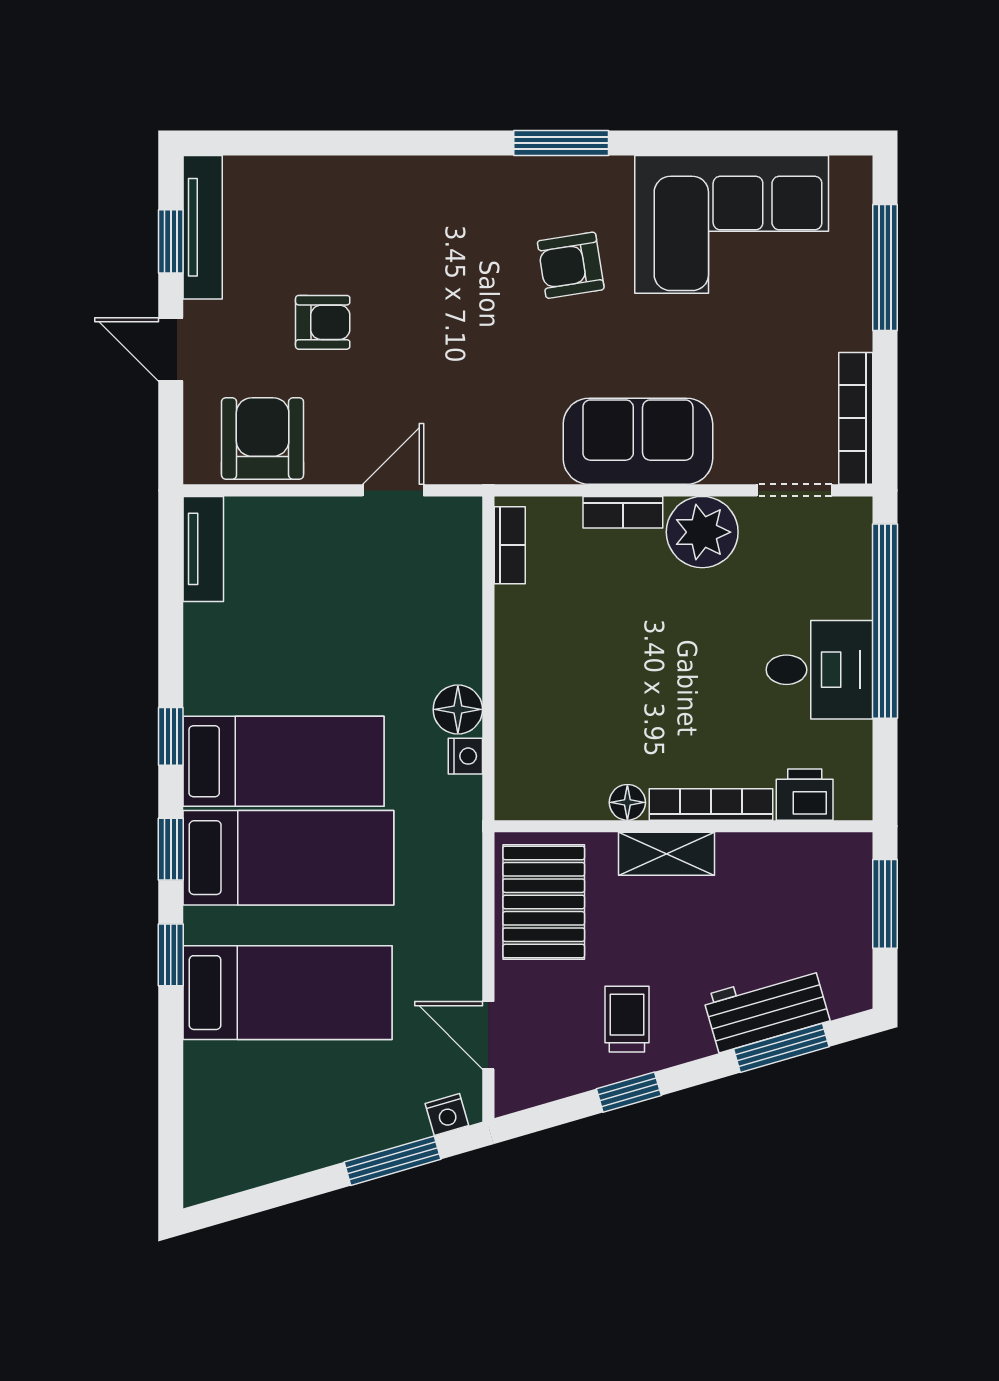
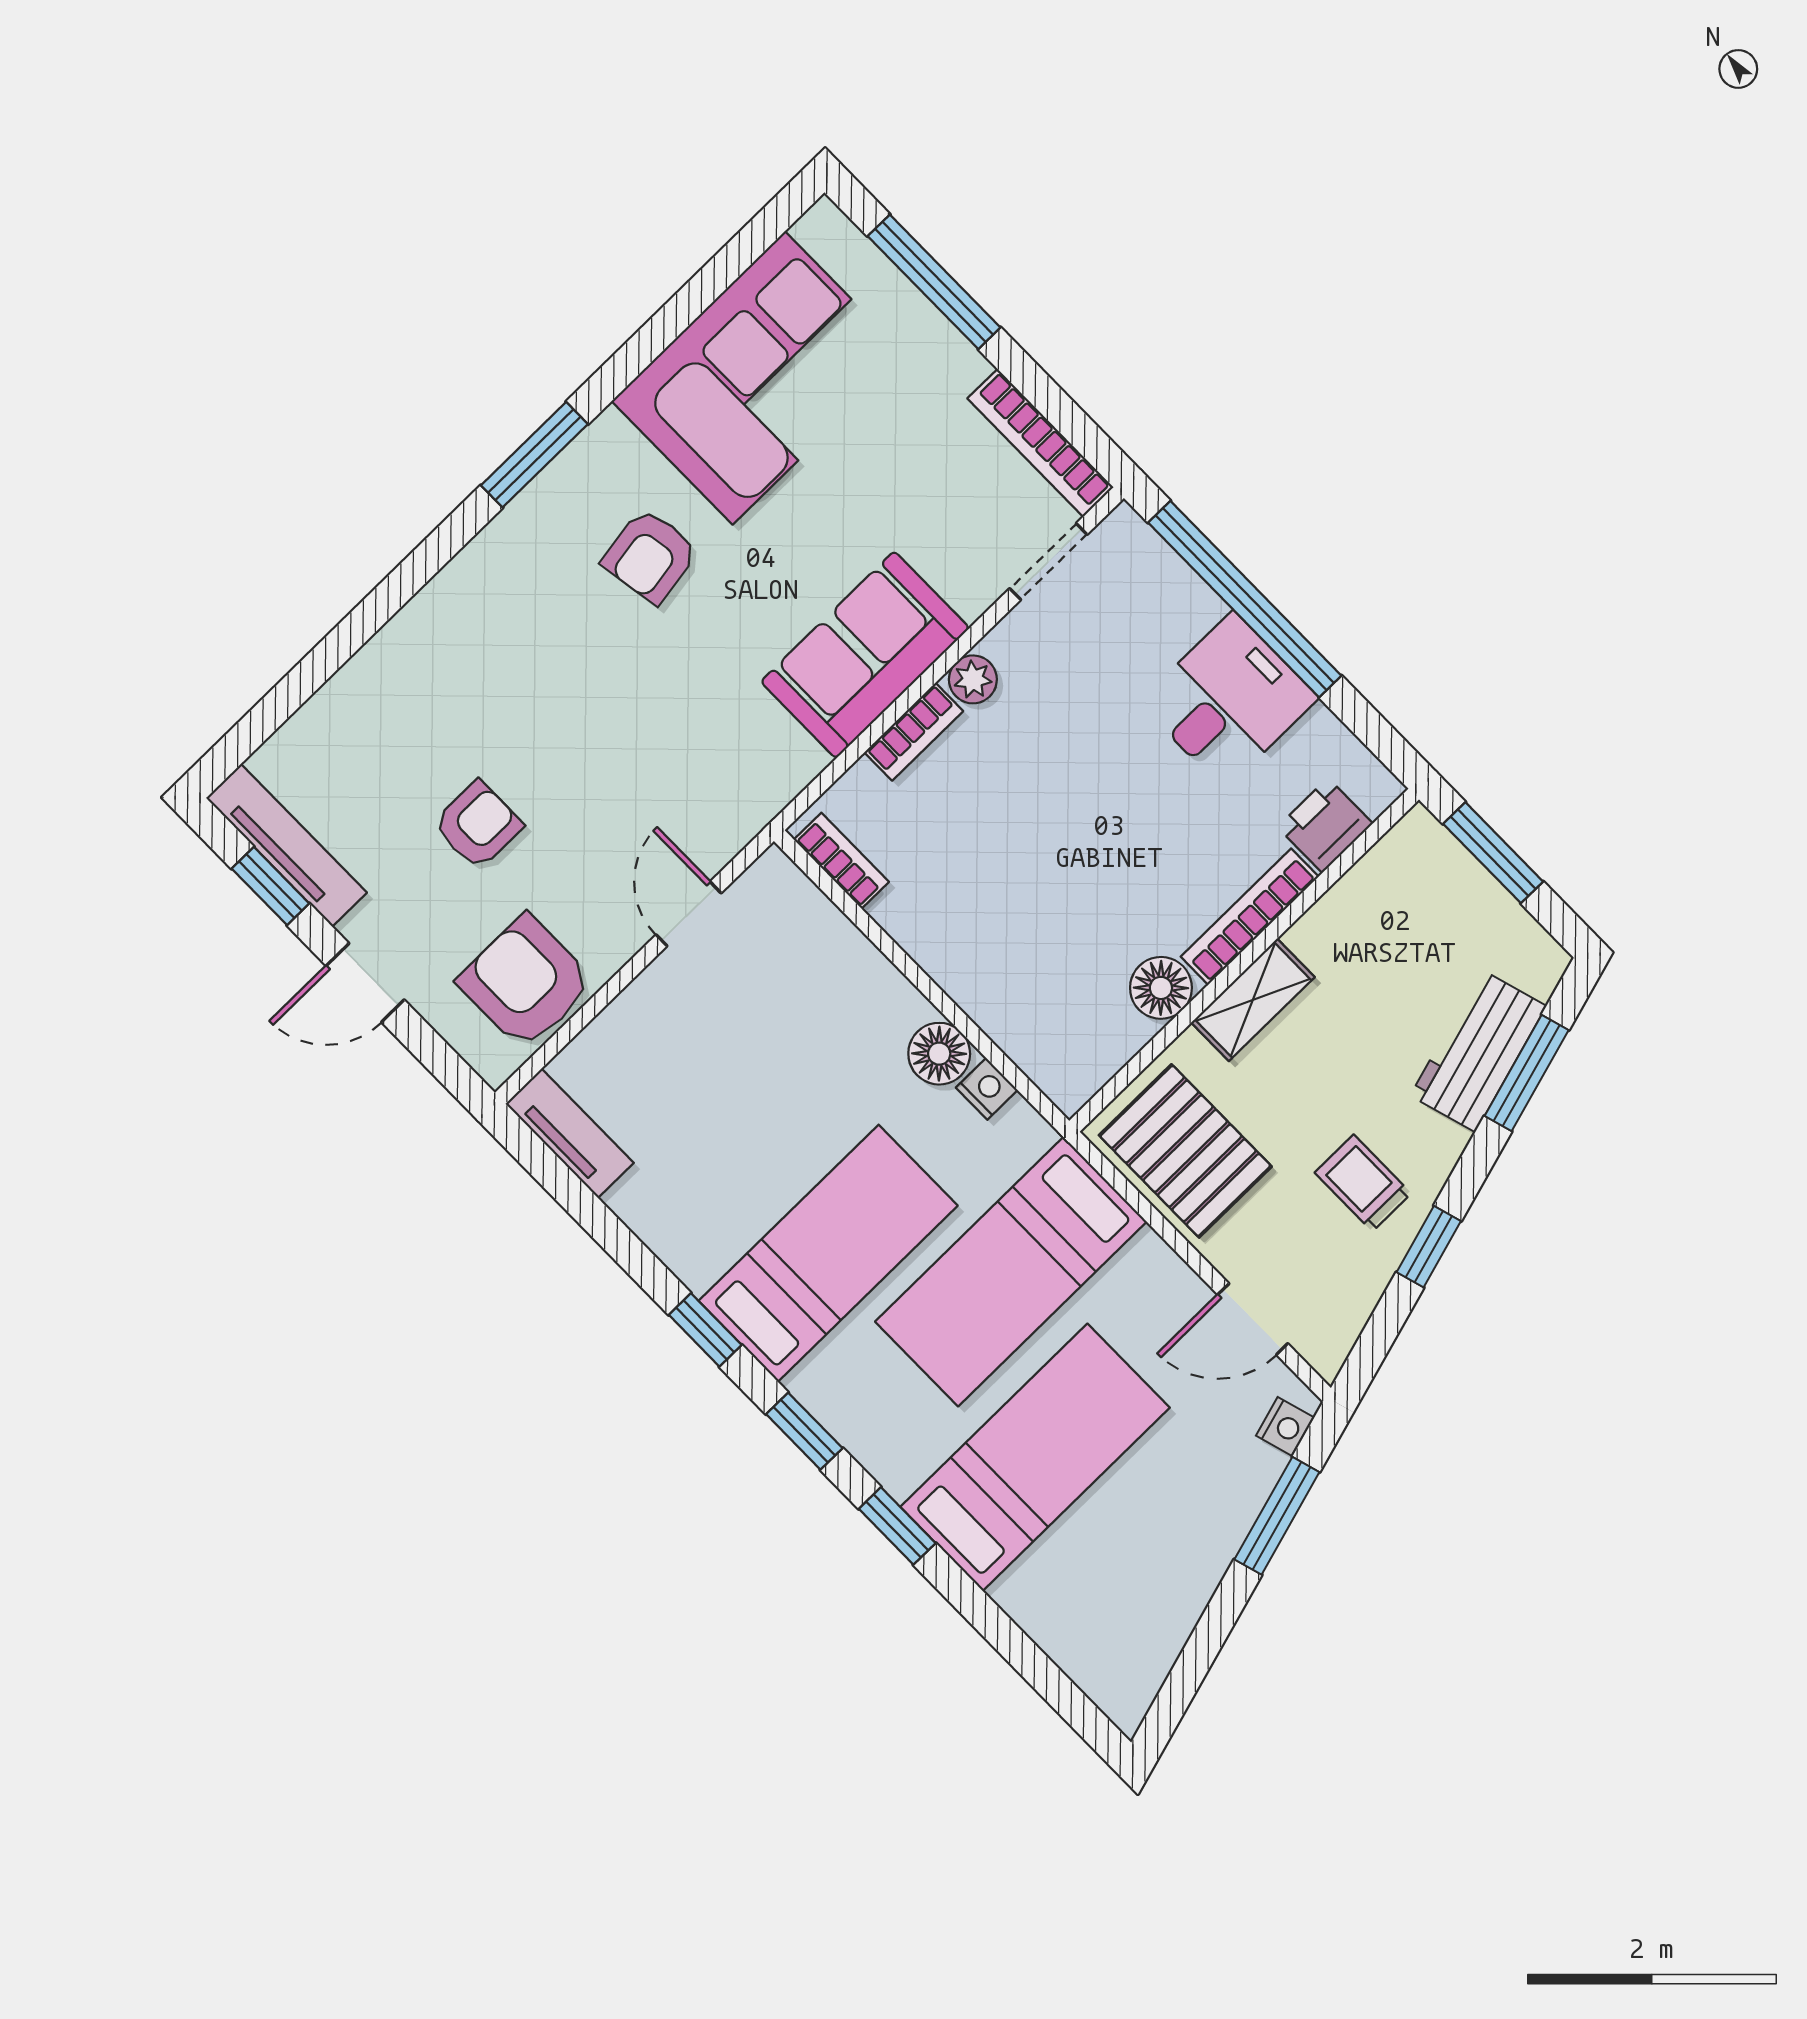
plant: (702, 532) -> (973, 679), width x0.53, depth x0.53
floor lamp: (627, 802) -> (1161, 988), width x1.37, depth x1.37
bed: (288, 858) -> (1011, 1272), moved, turned 180

